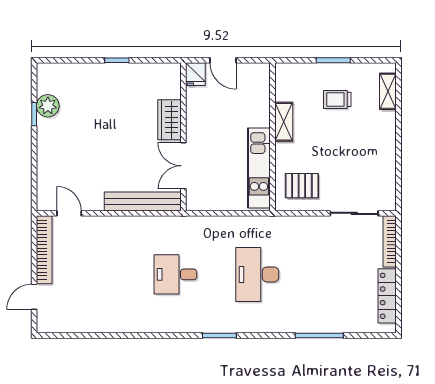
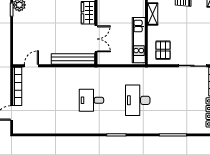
double door: (183, 166) -> (96, 39), swing flipped
pallet: (302, 186) -> (163, 50), turned 90
door: (69, 213) -> (31, 66), hinge flipped

